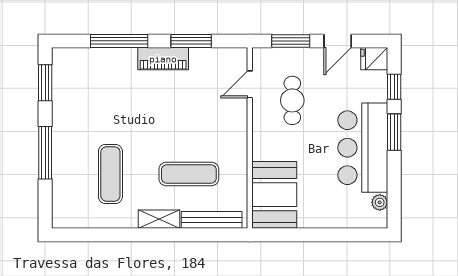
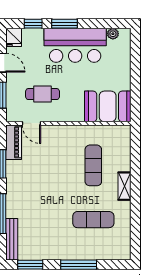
piano: (163, 59) -> (14, 142), moved
bench: (212, 220) -> (12, 239), moved

